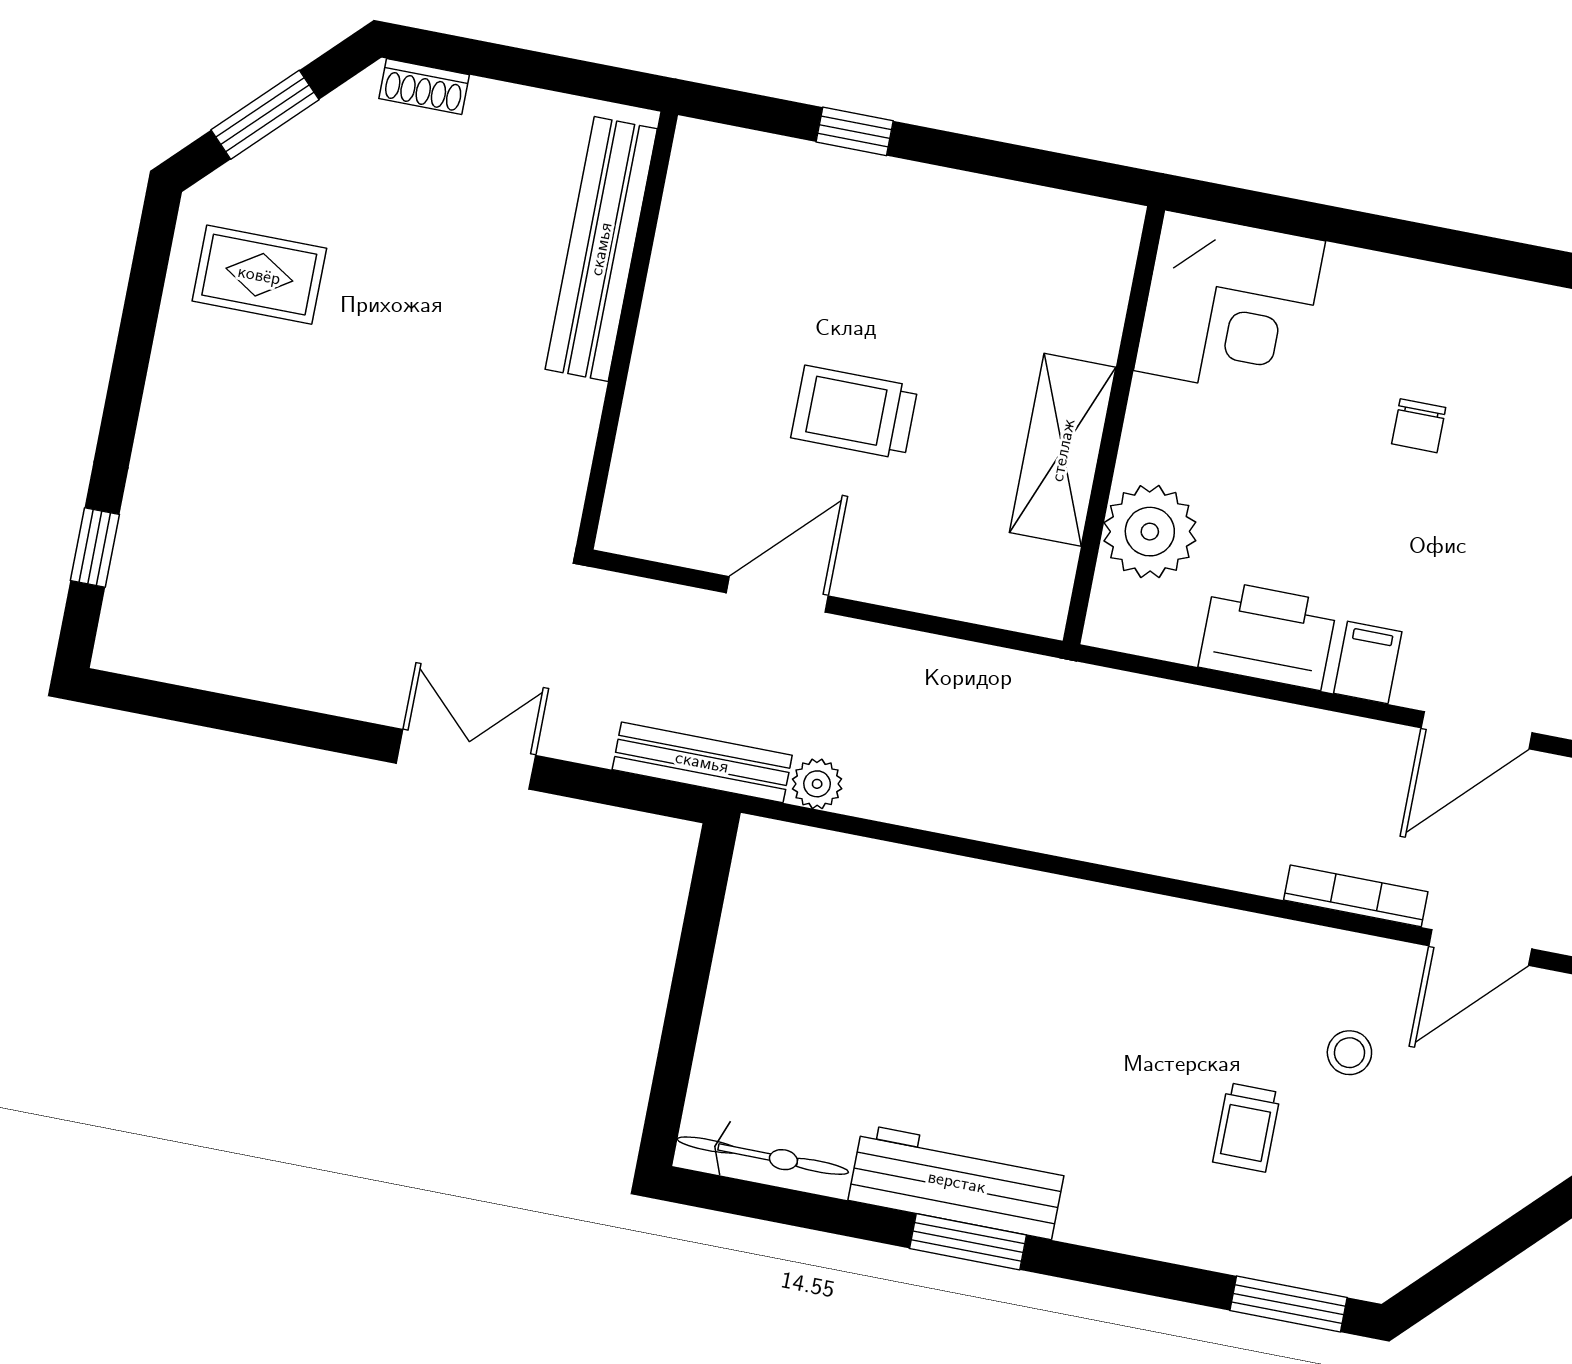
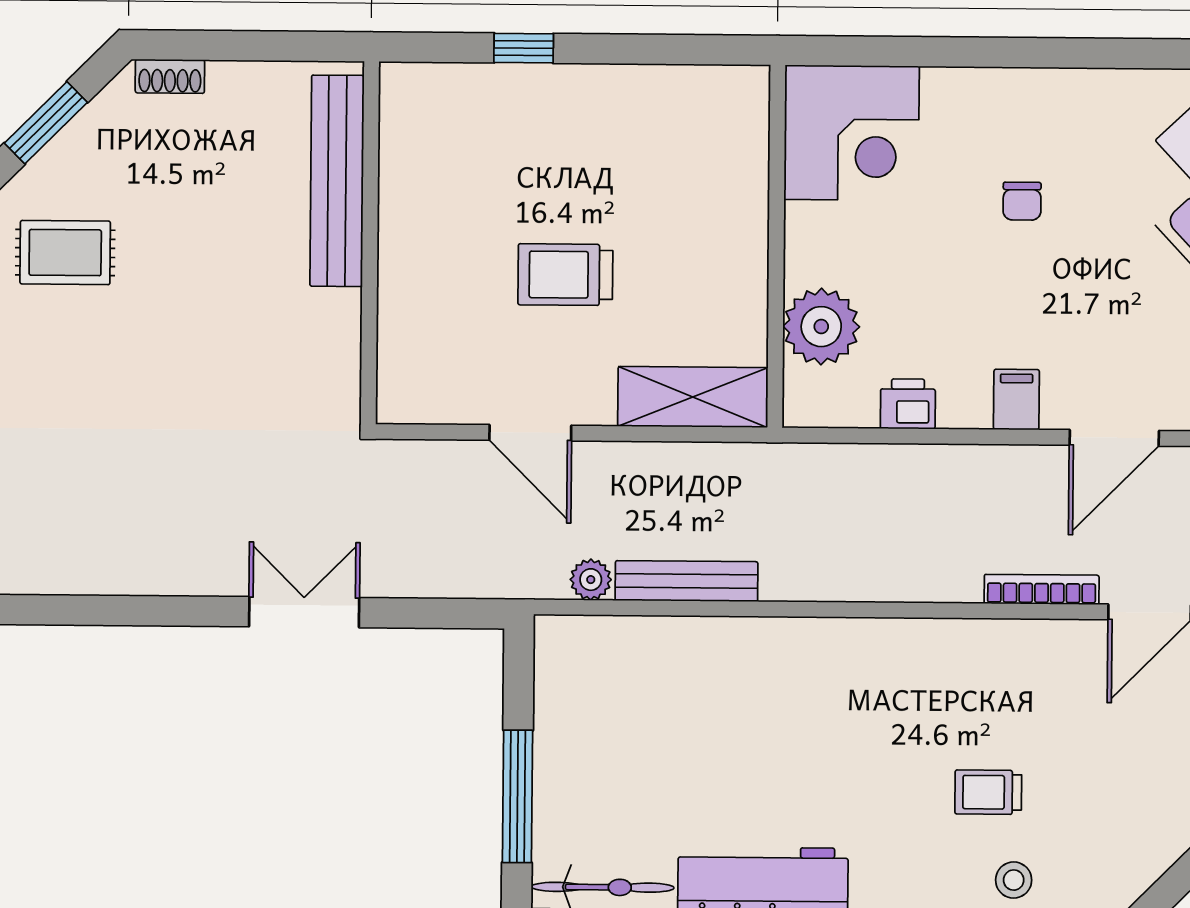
shelving: (1063, 450) -> (693, 397), moved, turned 90
door: (777, 594) -> (530, 433), swing flipped
printer: (1268, 635) -> (908, 404), width x0.53, depth x0.68
bench: (702, 762) -> (686, 581), moved
window: (681, 1028) -> (517, 796), added
stool: (1349, 1053) -> (1014, 880), moved
trolley: (1247, 1127) -> (988, 792), turned 90

